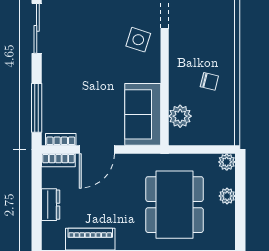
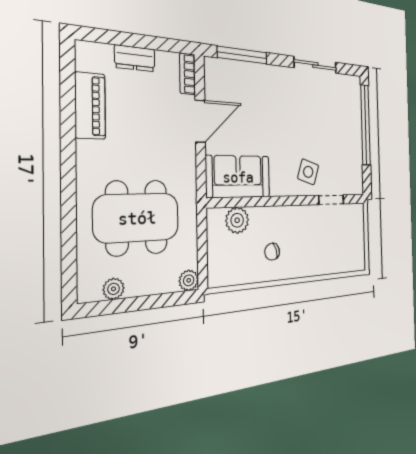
chair: (209, 81) -> (272, 252), turned 59
bookcase: (61, 139) -> (210, 79), removed
door: (97, 149) -> (200, 121), swing flipped
plant: (227, 196) -> (114, 289), moved

